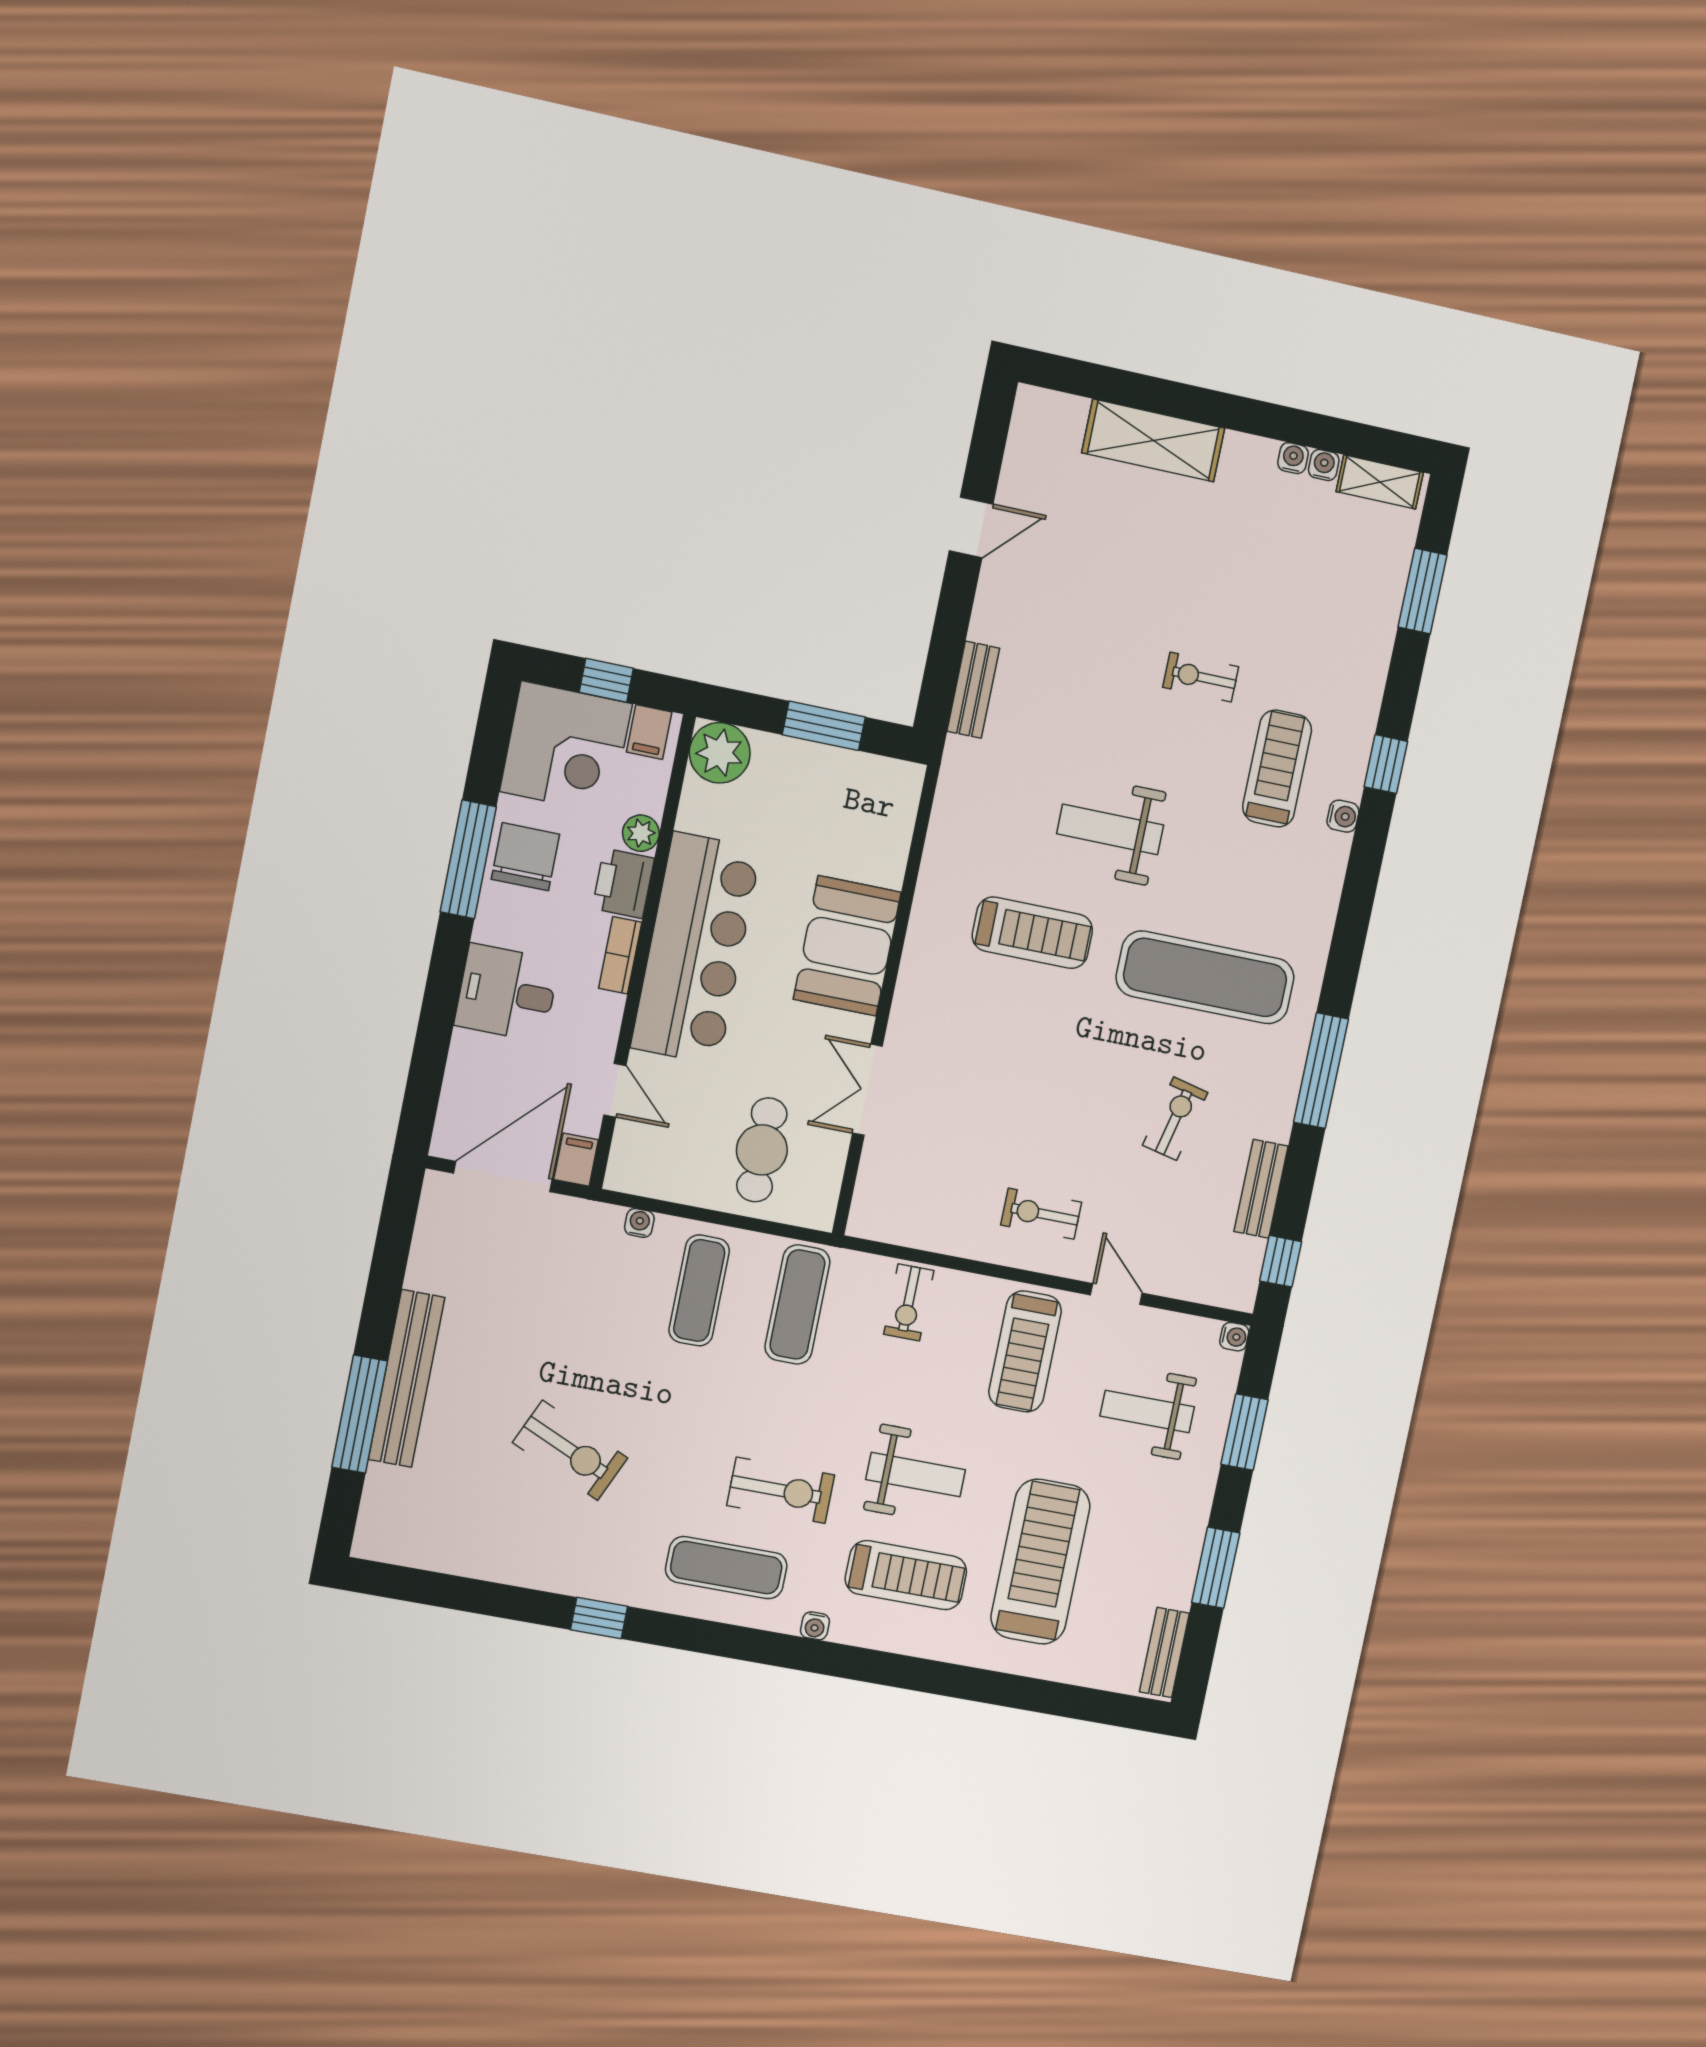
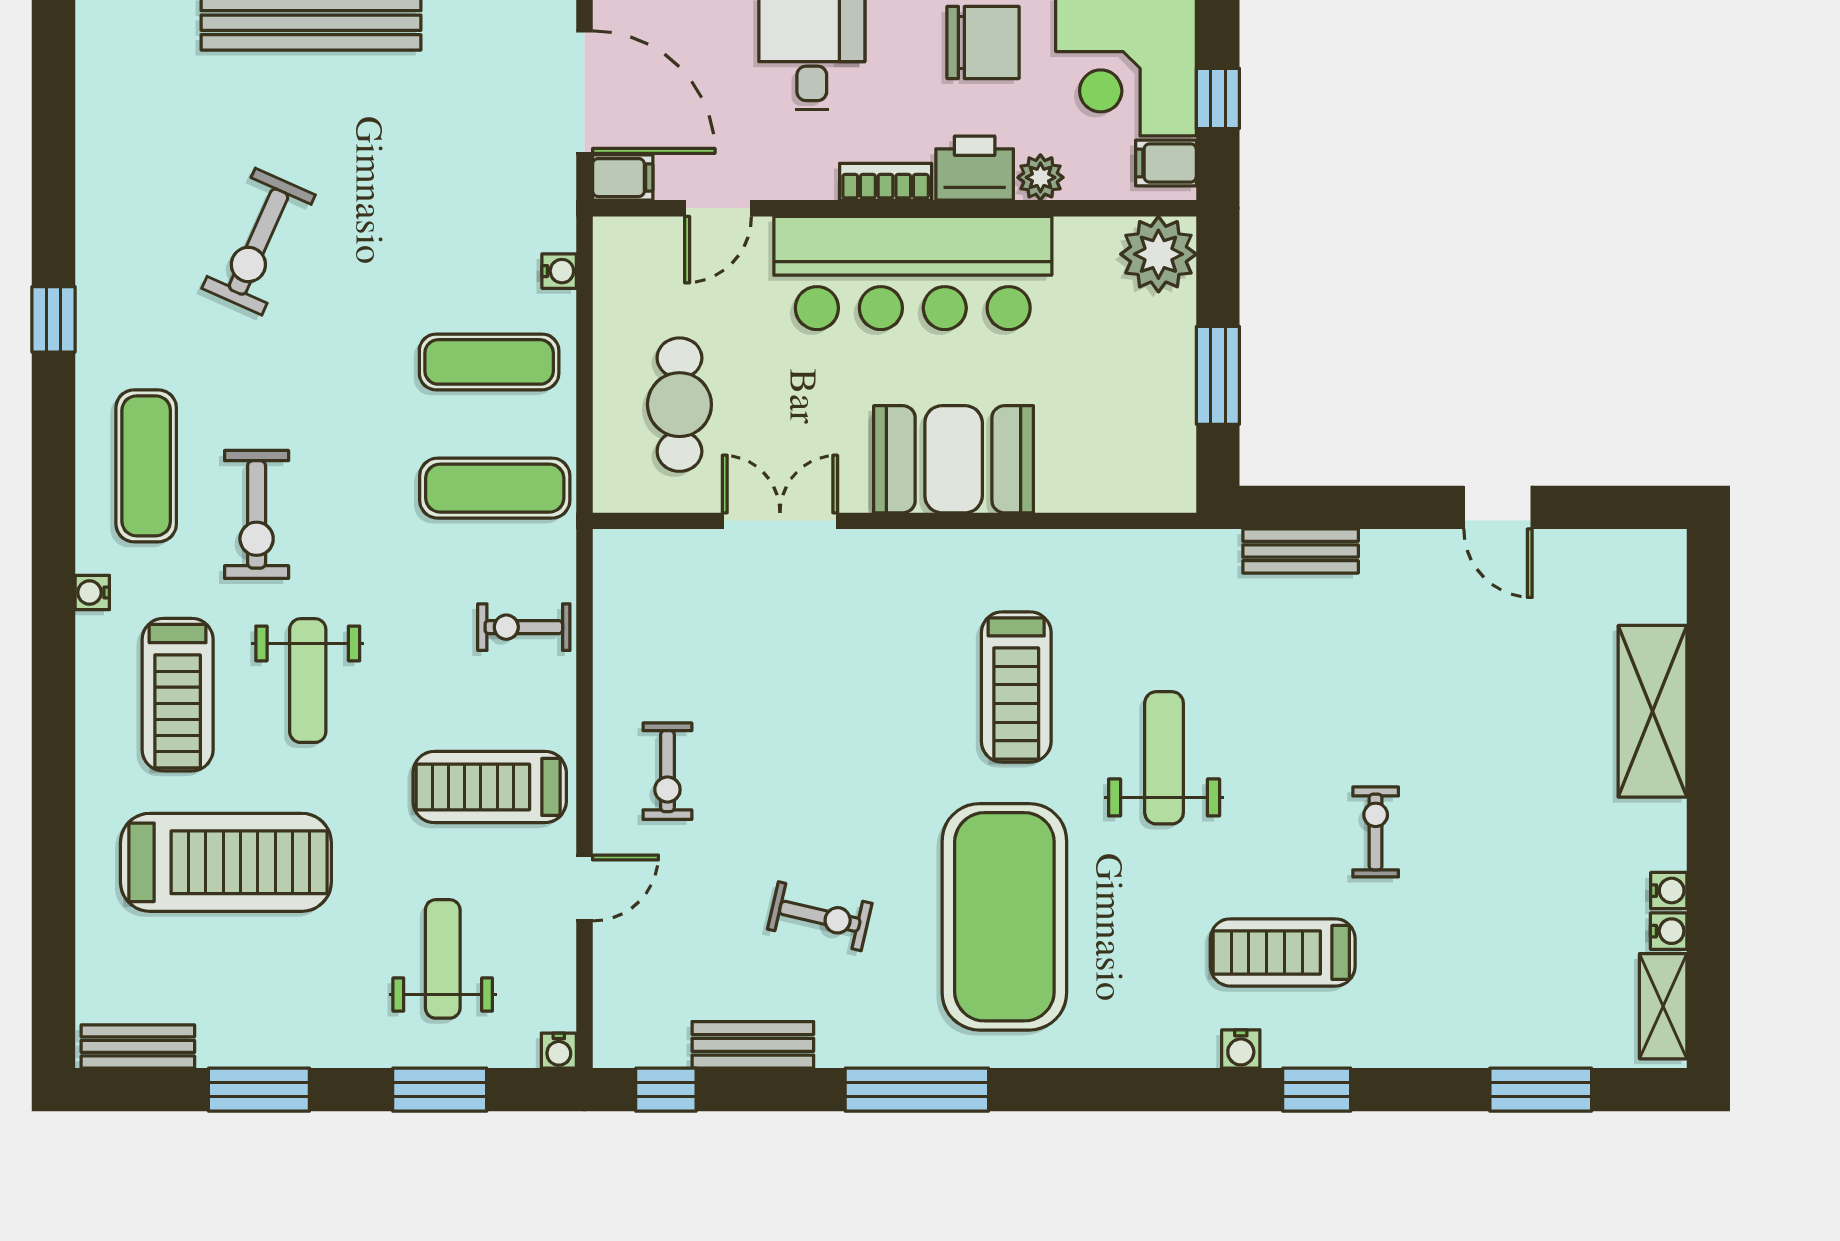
treadmill: (1277, 768) -> (1283, 952), turned 180
exercise mat: (1205, 977) -> (1004, 917), width x1.47
cafe table: (762, 1150) -> (679, 405), turned 90
exercise bike: (1041, 1214) -> (667, 771), turned 180

